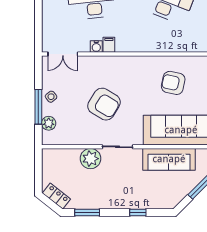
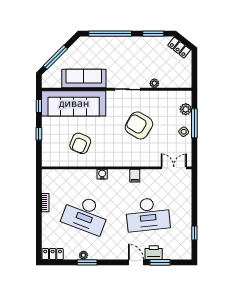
water cooler: (96, 47) -> (102, 174), moved
armchair: (173, 83) -> (80, 143), turned 101
plant: (90, 159) -> (154, 83), width x0.53, depth x0.53
window: (138, 213) -> (110, 34), width x3.17

